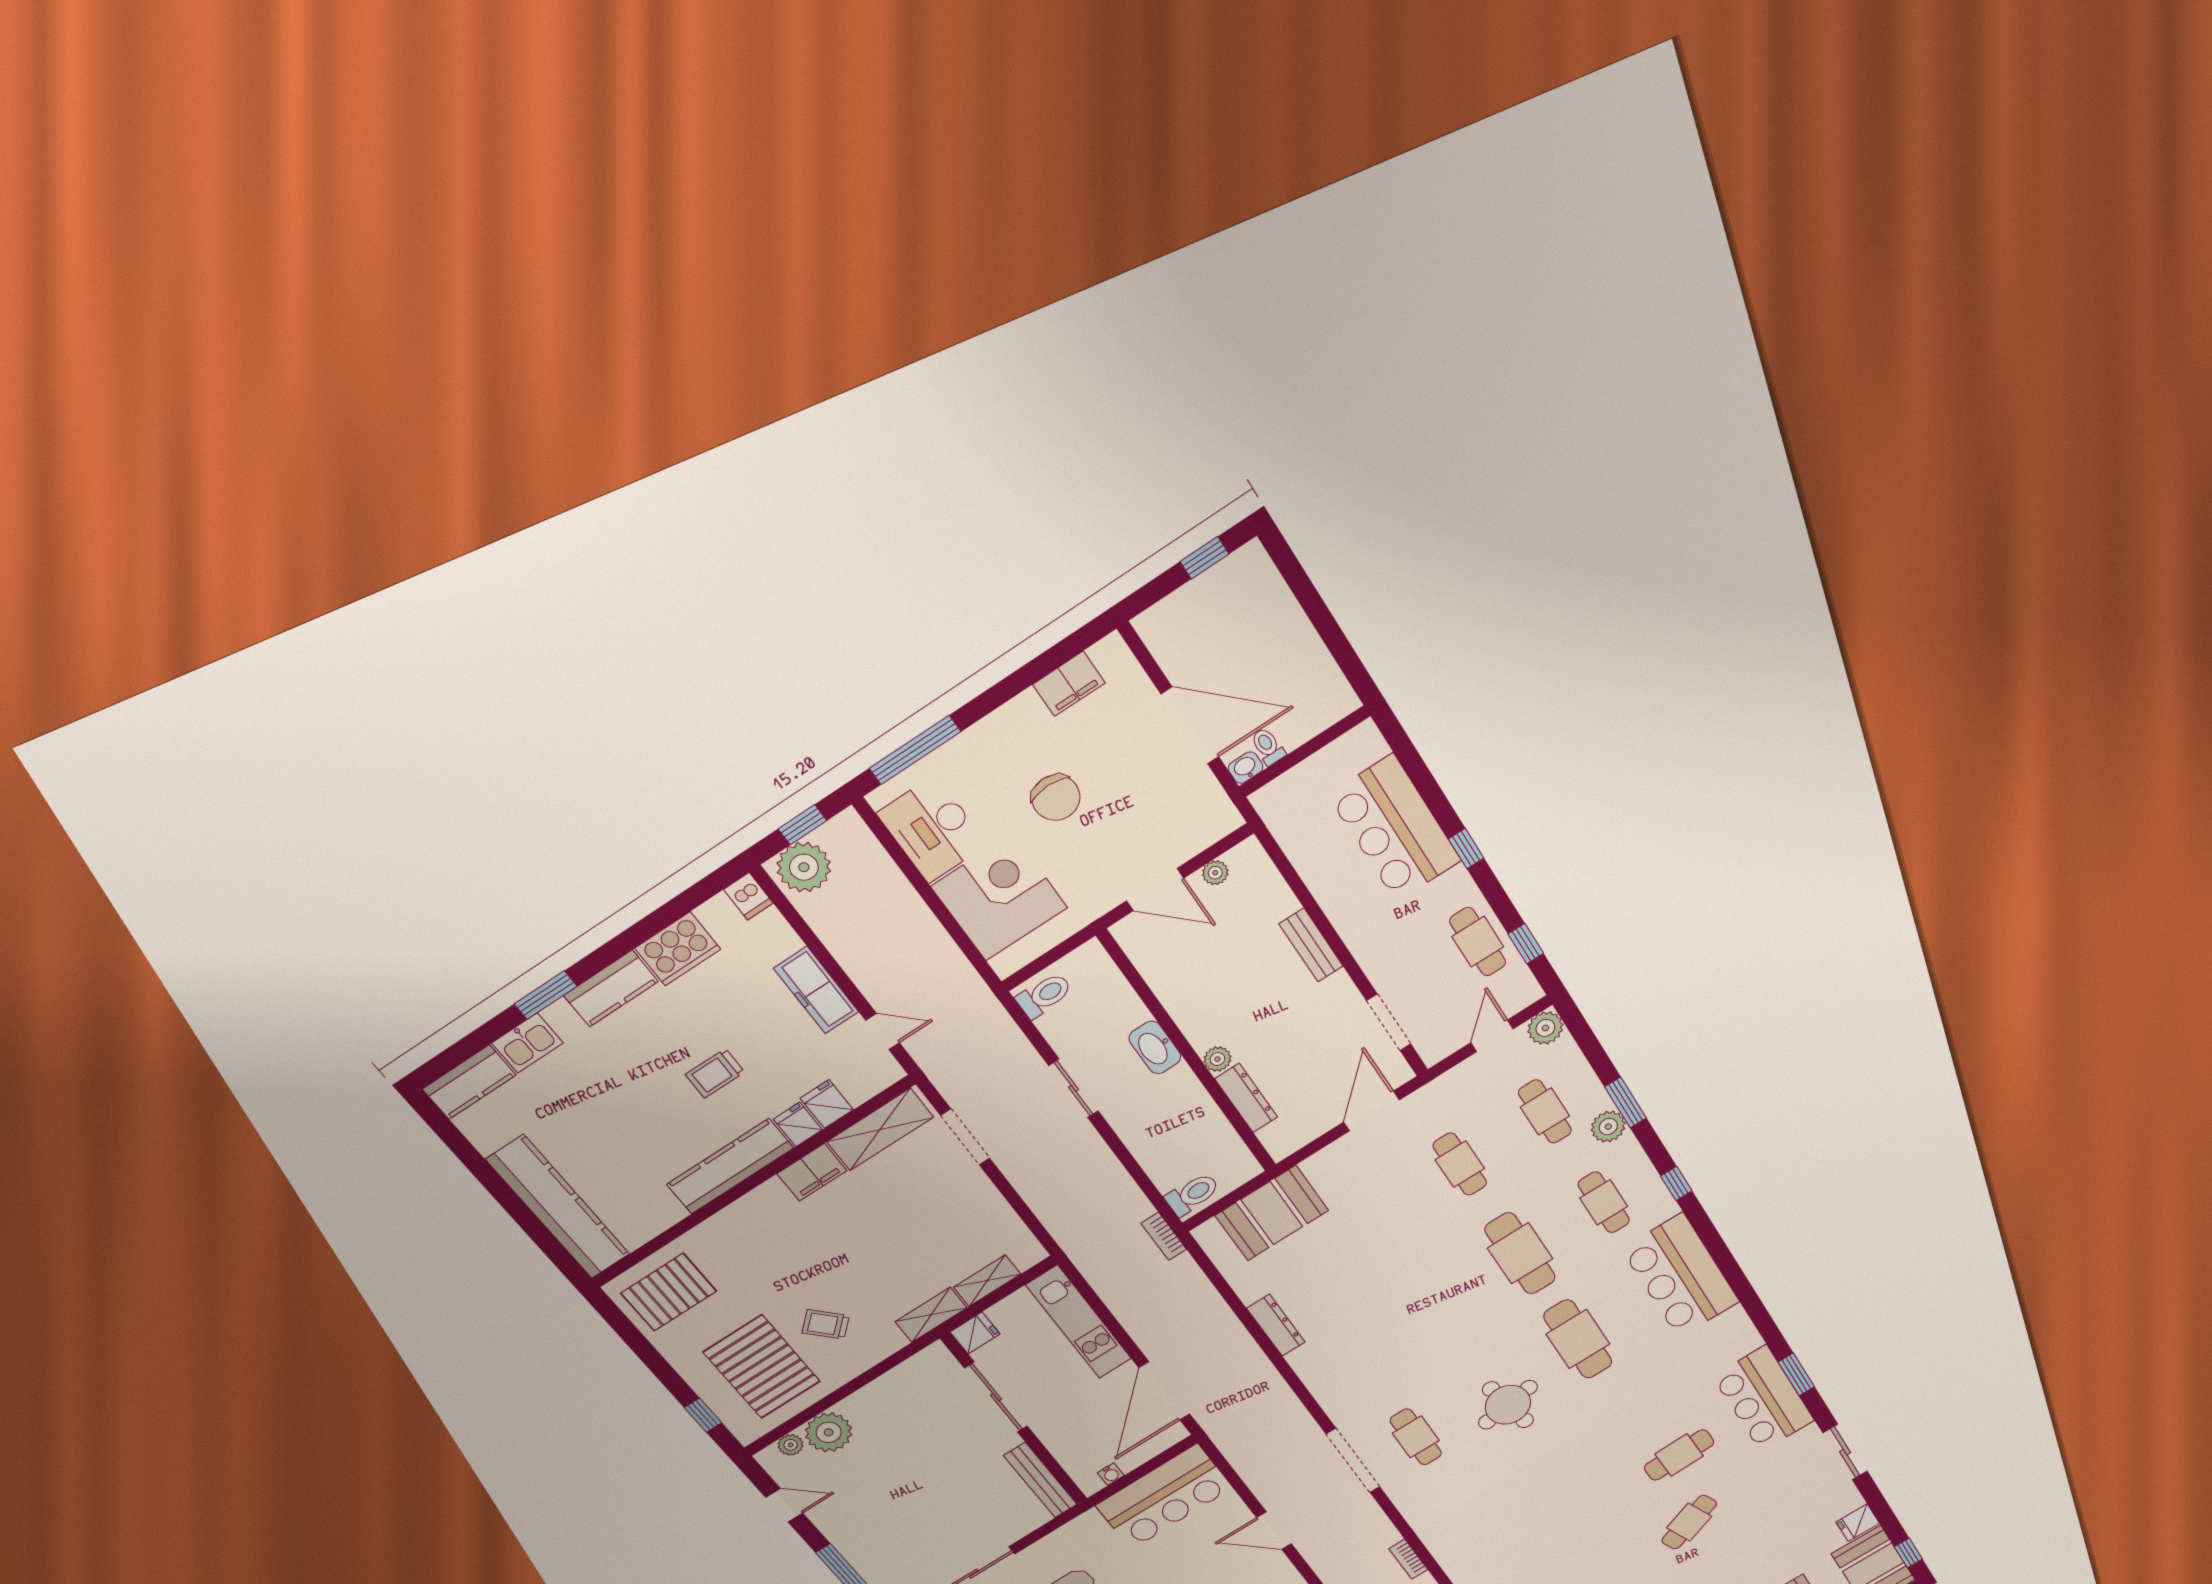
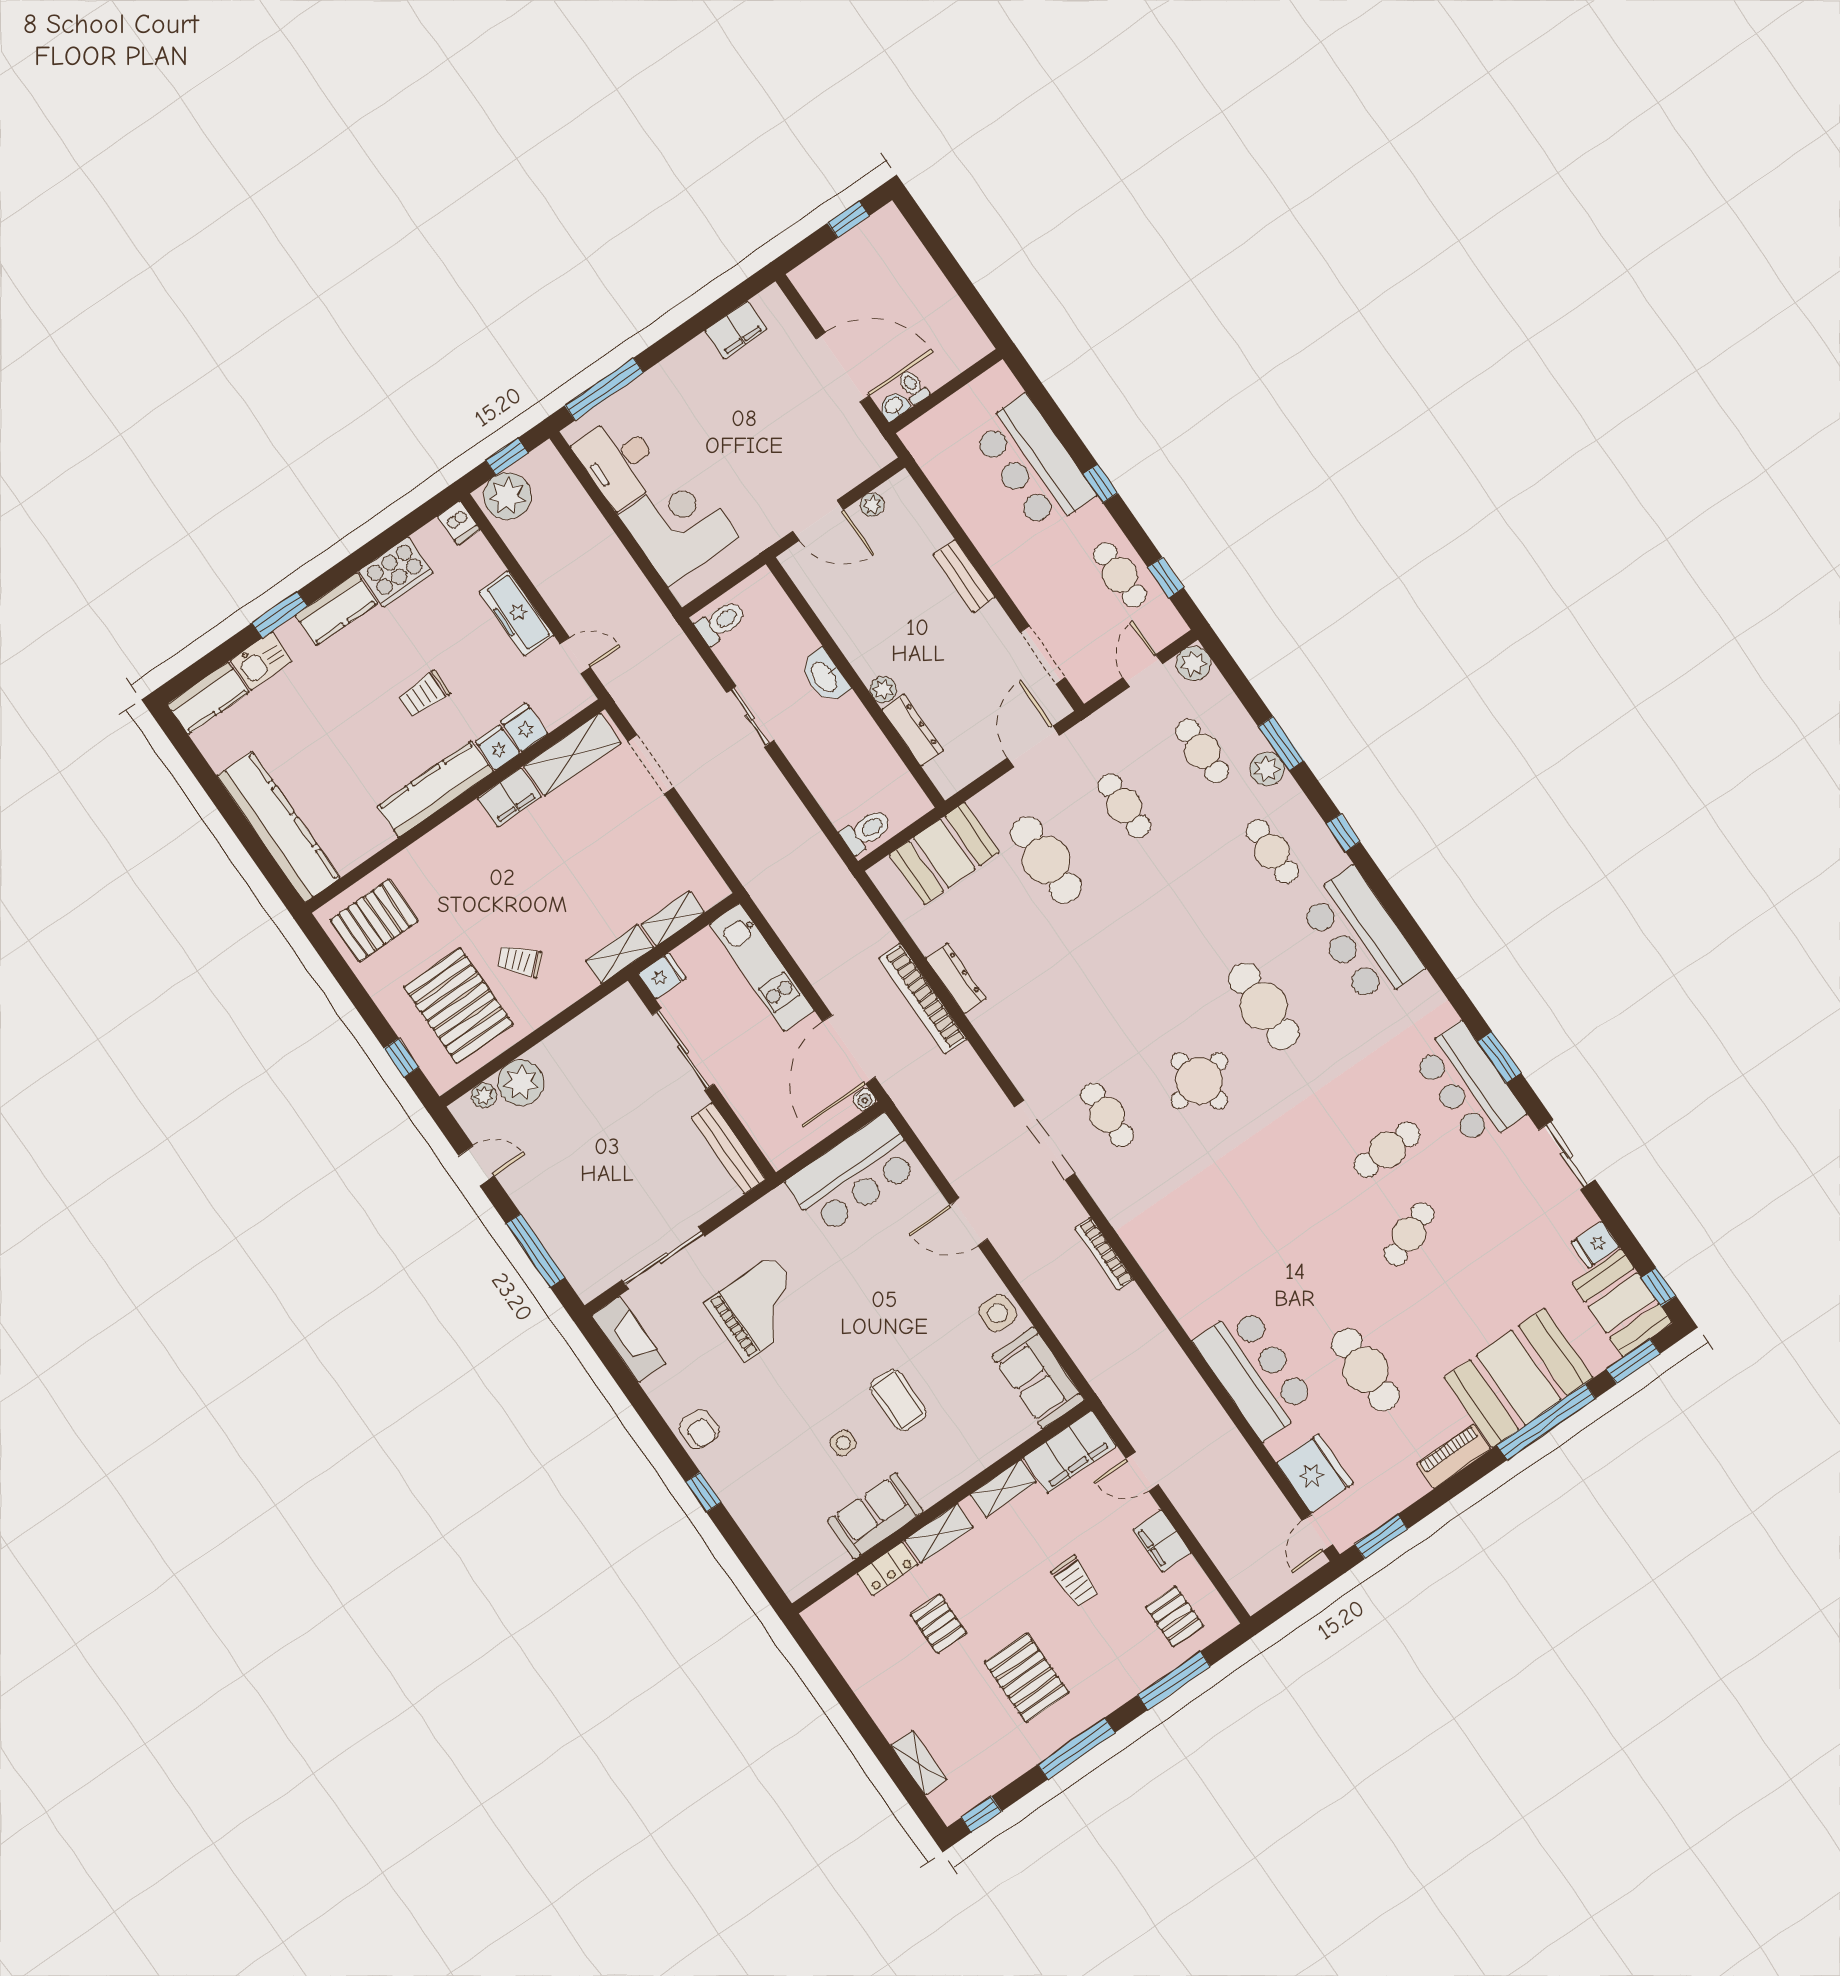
chair: (1056, 798) -> (727, 433), removed
bookcase: (1164, 1236) -> (923, 999), moved, width x2.31, depth x1.31
cafe table: (1520, 1253) -> (1046, 860), moved
water cooler: (1111, 1474) -> (864, 1099), moved
bookcase: (1408, 1559) -> (1104, 1254), width x1.56

